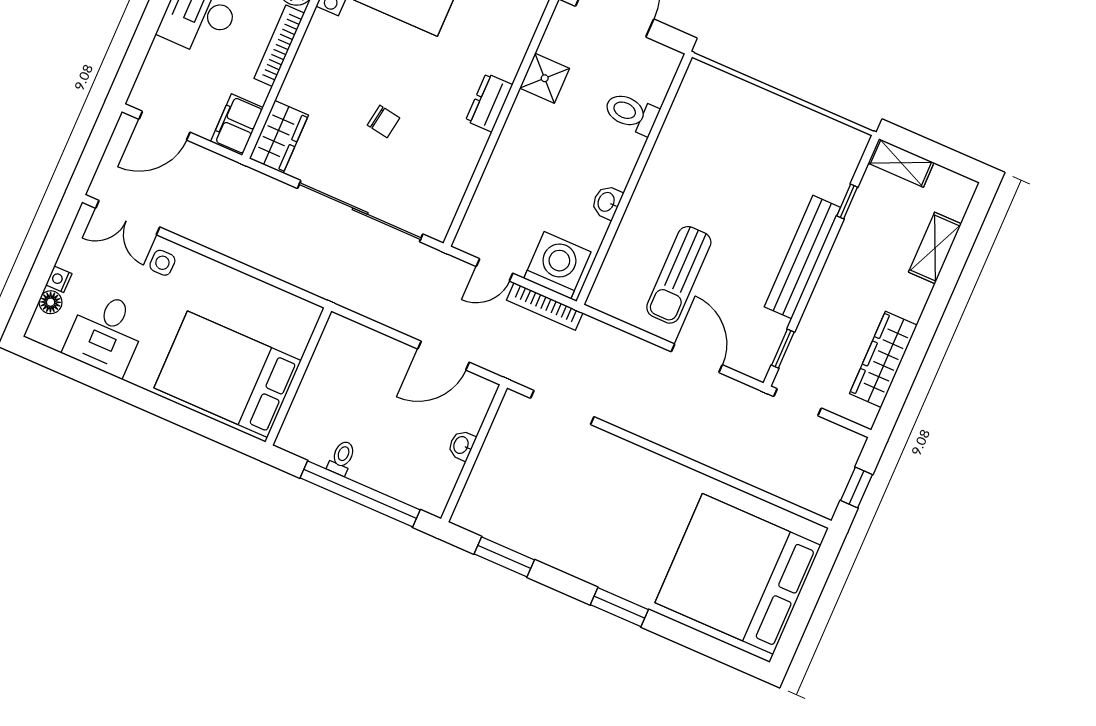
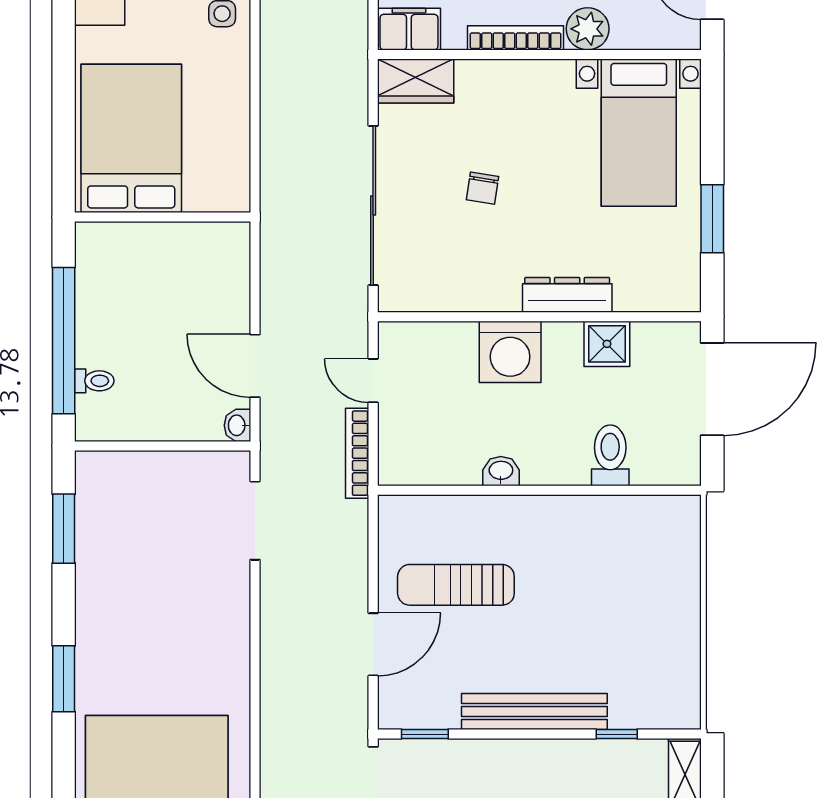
dresser: (489, 103) -> (567, 295), width x1.44
washing machine: (557, 265) -> (510, 352), moved, turned 90
washbasin: (462, 445) -> (237, 425), moved, turned -90
toilet: (342, 458) -> (94, 381), moved

